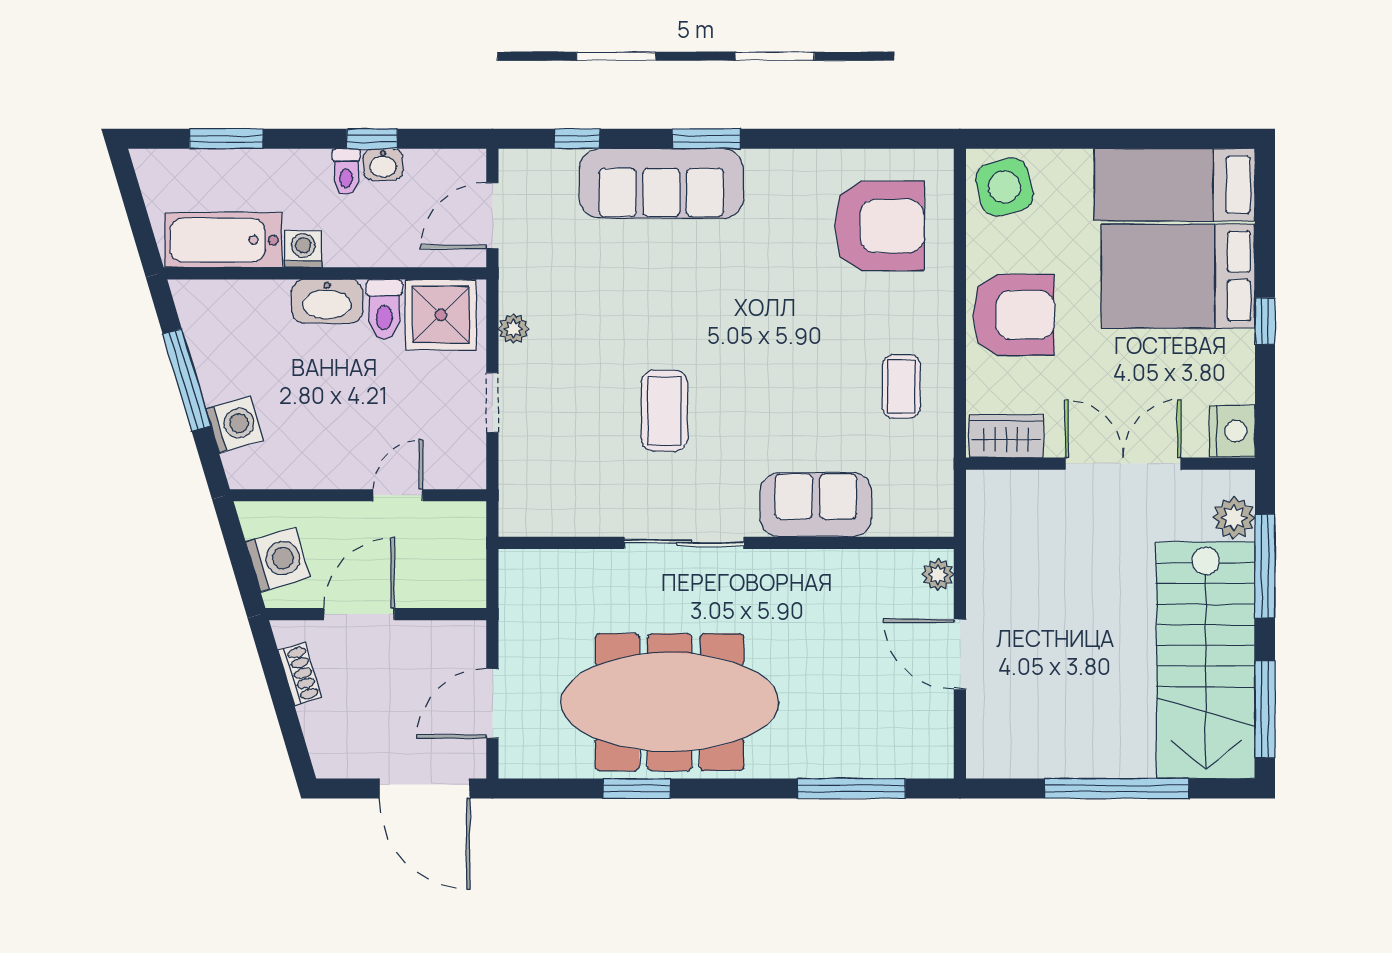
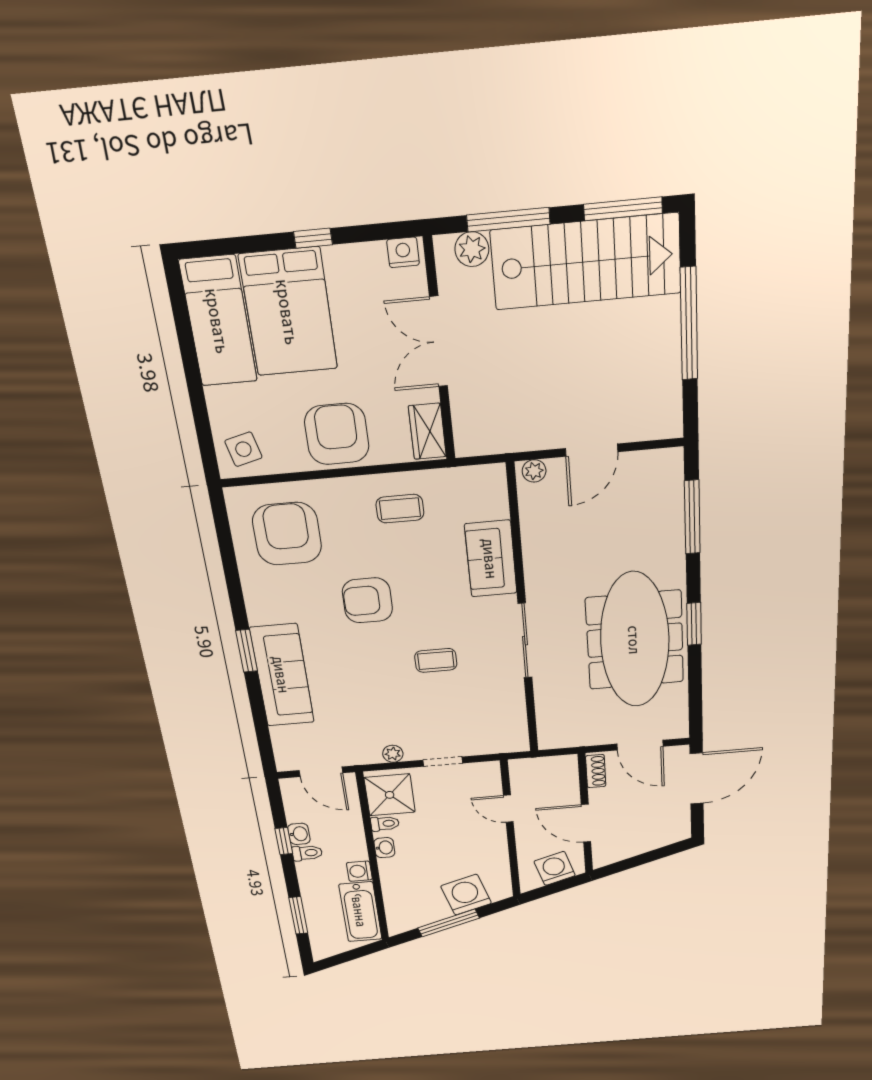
window: (577, 139) -> (262, 728), removed
side table: (1004, 187) -> (243, 449), width x0.73, depth x0.73
washbasin: (327, 301) -> (384, 848), width x0.52, depth x0.69
toilet: (384, 309) -> (385, 824), width x0.73, depth x0.72
armchair: (769, 324) -> (367, 600), added
coffee table: (664, 411) -> (436, 660), width x0.73, depth x0.77
washing machine: (235, 425) -> (466, 895), width x1.37, depth x1.37
nightstand: (1232, 431) -> (403, 252), width x0.74, depth x0.75
shoe rack: (300, 674) -> (596, 771), moved, turned 107
window: (637, 788) -> (694, 624), moved

